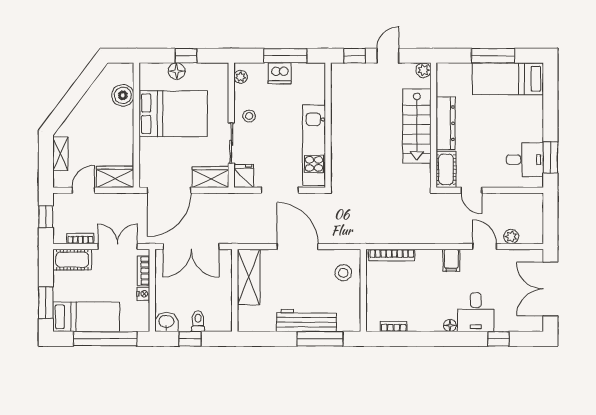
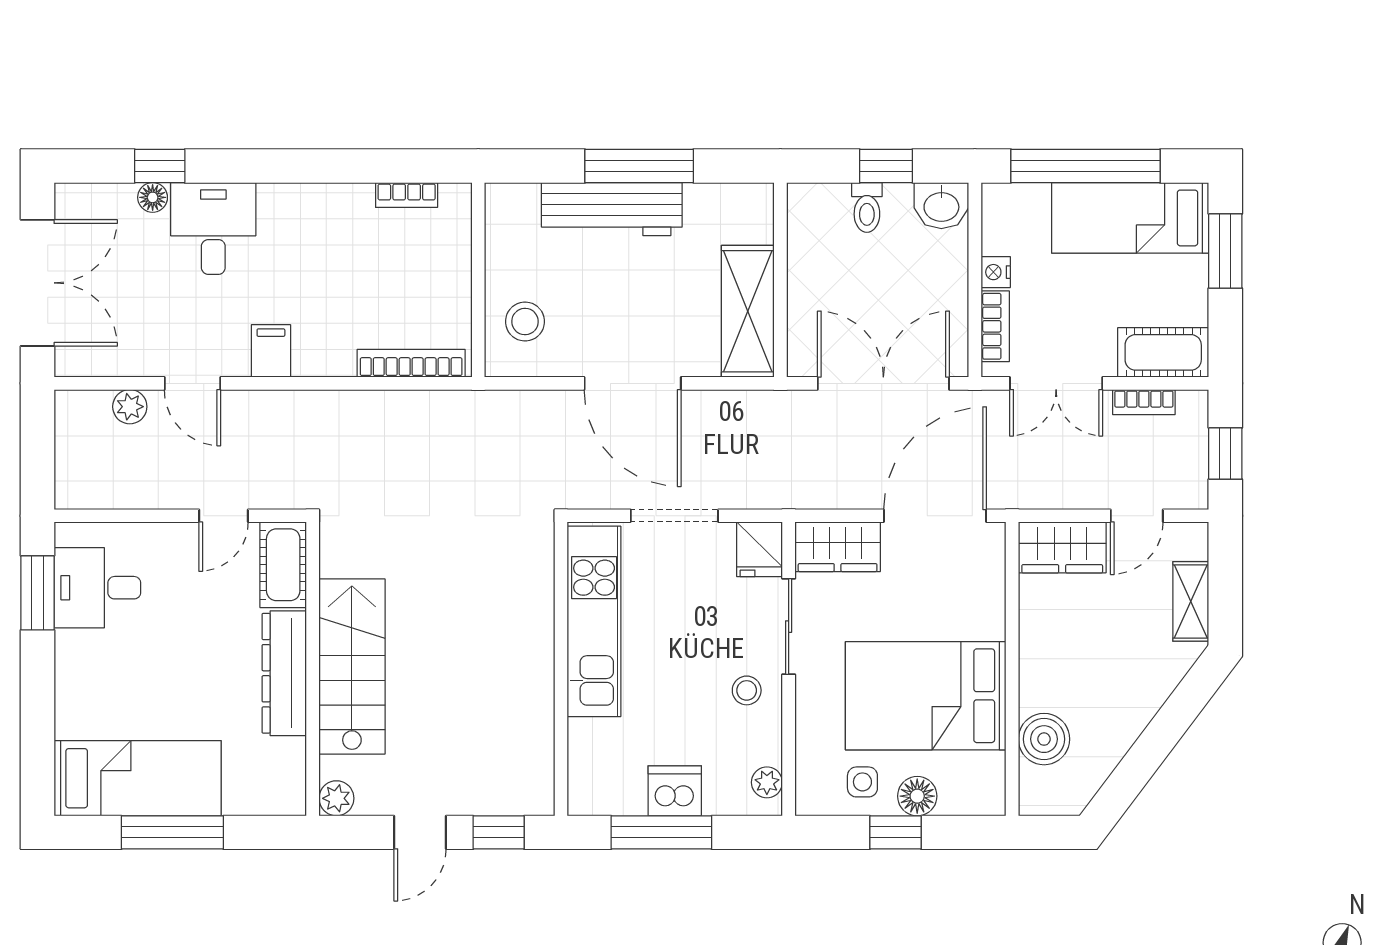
side table: (200, 77) -> (862, 782), added
door: (471, 190) -> (224, 516), swing flipped
floor lamp: (450, 325) -> (153, 197), moved
window: (320, 339) -> (639, 166), moved

